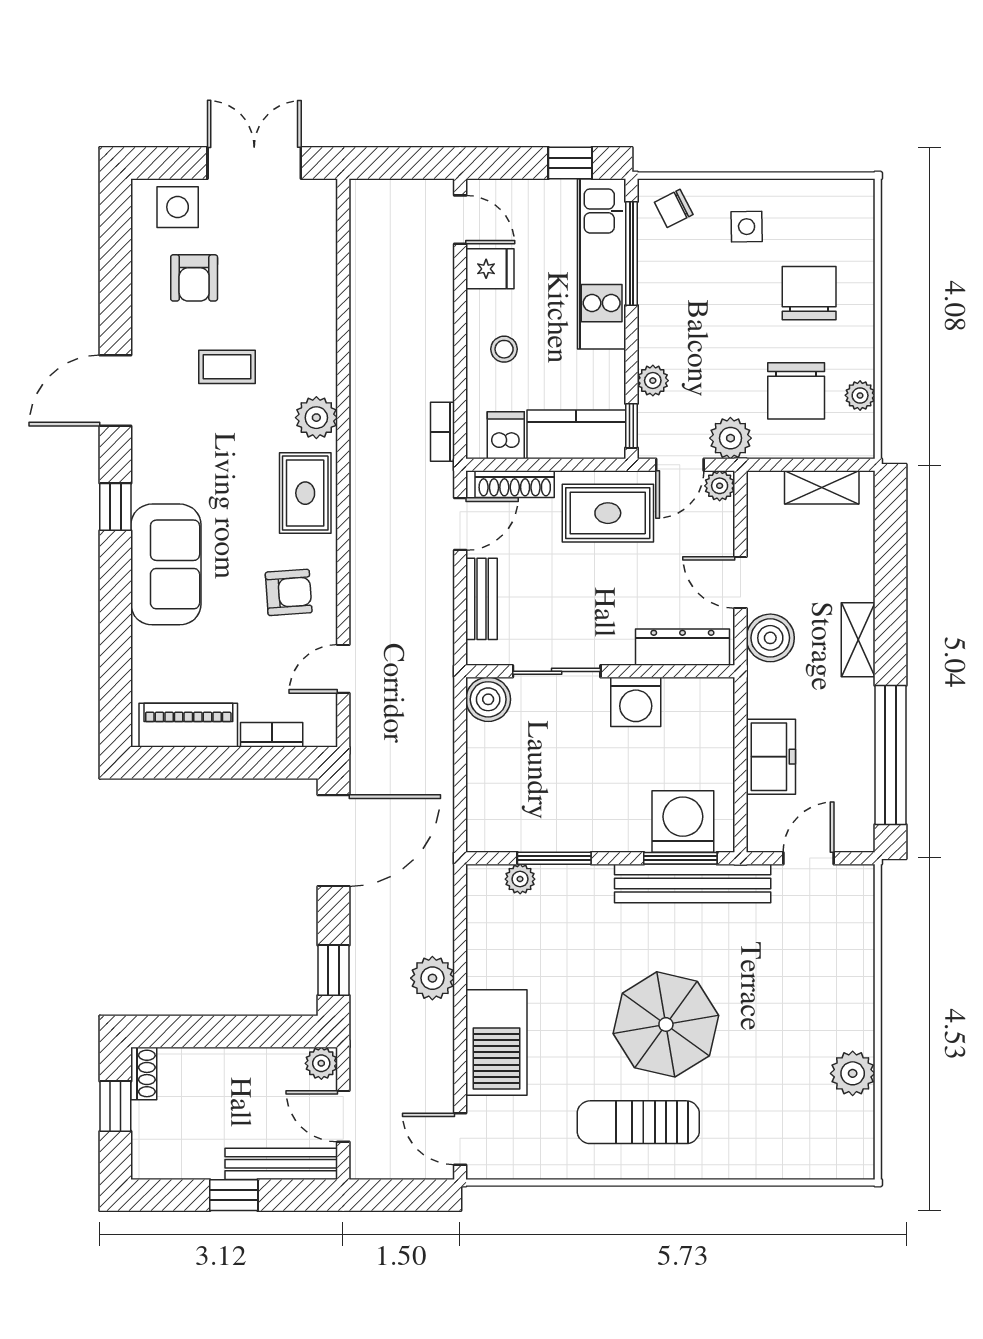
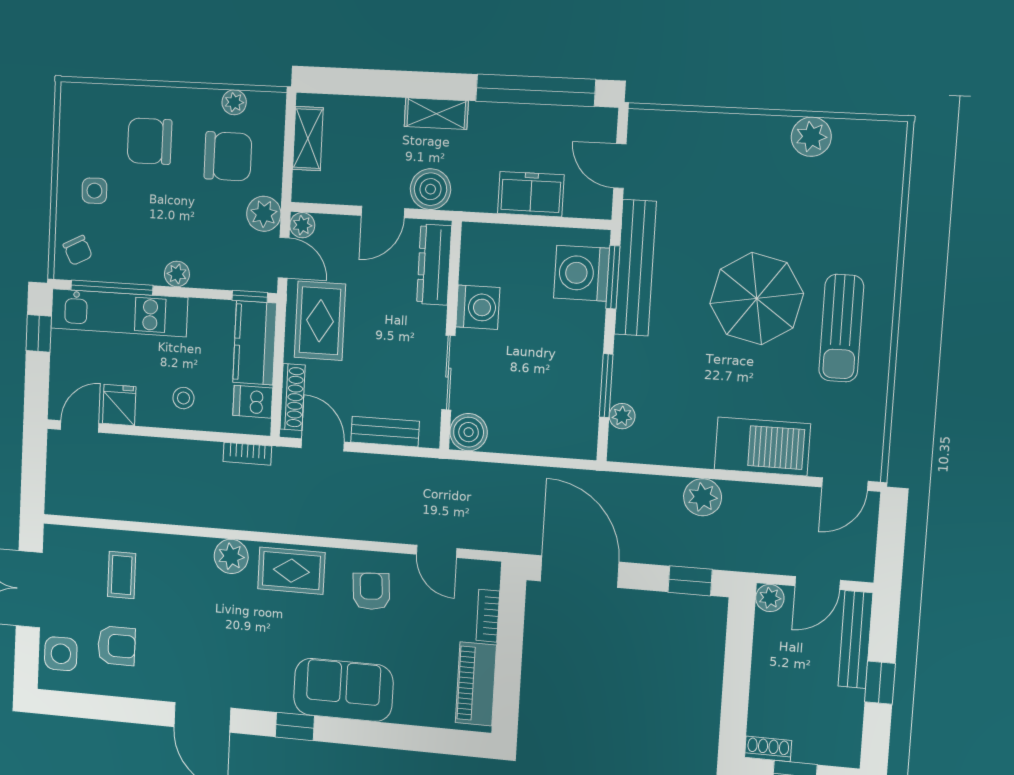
coffee table: (227, 367) -> (122, 575), moved
plant: (653, 381) -> (177, 274), moved

